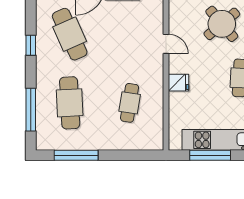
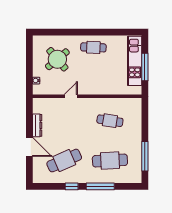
fridge: (179, 83) -> (96, 88), removed
window: (31, 110) -> (100, 186), moved

